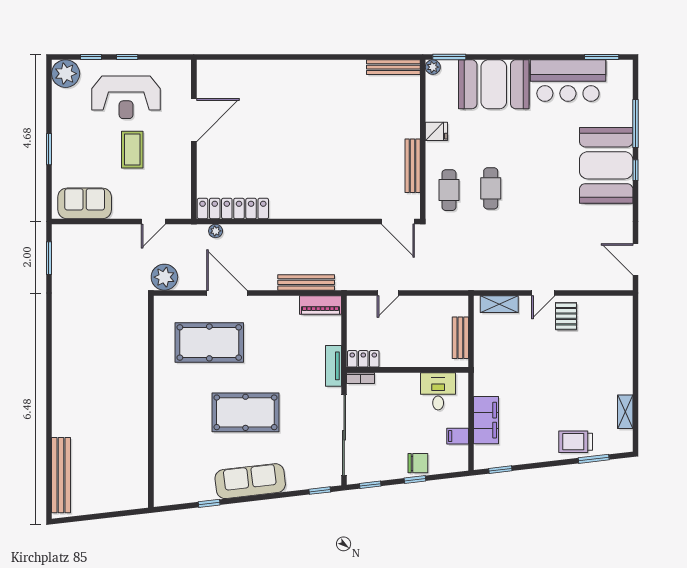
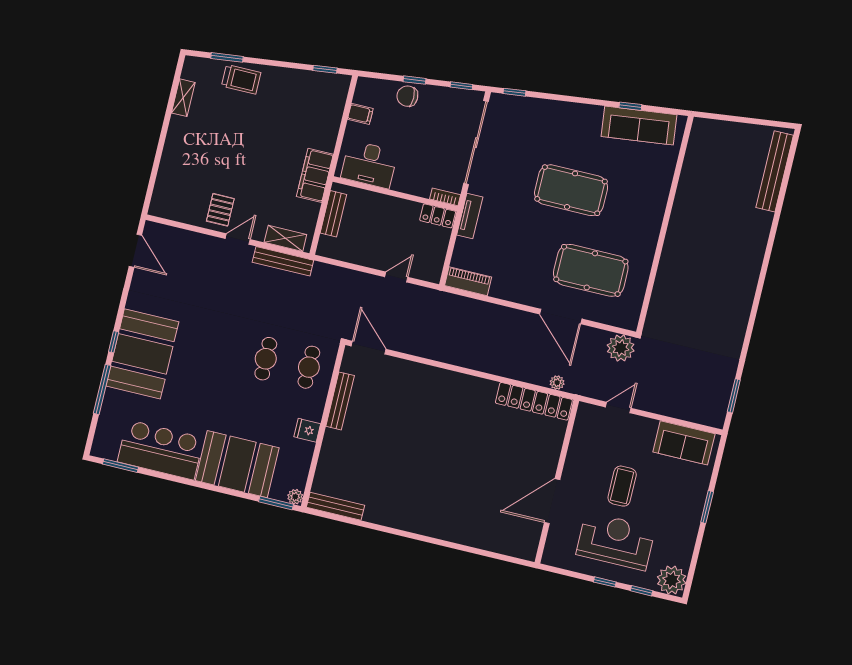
bench: (306, 282) -> (283, 261), moved
desk: (438, 391) -> (369, 164), width x1.37
filing cabinet: (486, 420) -> (315, 175), moved
sofa: (250, 481) -> (639, 126), moved

